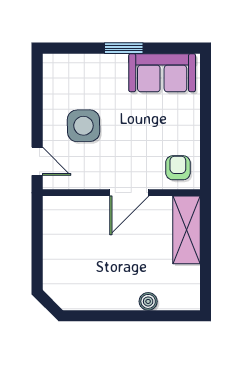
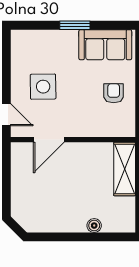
armchair: (178, 168) -> (114, 93), moved
door: (129, 193) -> (49, 140), moved

